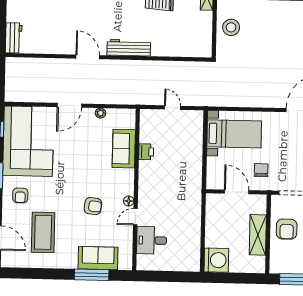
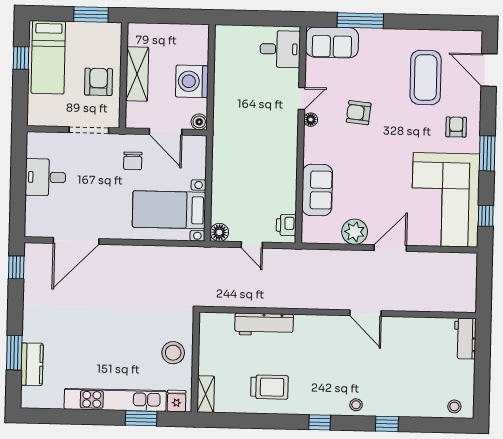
workbench: (129, 48) -> (264, 324), moved
plant: (100, 113) -> (355, 232), width x1.88, depth x1.88
floor lamp: (197, 117) -> (219, 232), added
printer: (146, 152) -> (286, 225), moved
boiler: (212, 199) -> (199, 122), added
desk: (152, 240) -> (280, 49), moved
sofa: (98, 258) -> (332, 42), moved
washing machine: (216, 260) -> (192, 81), moved

